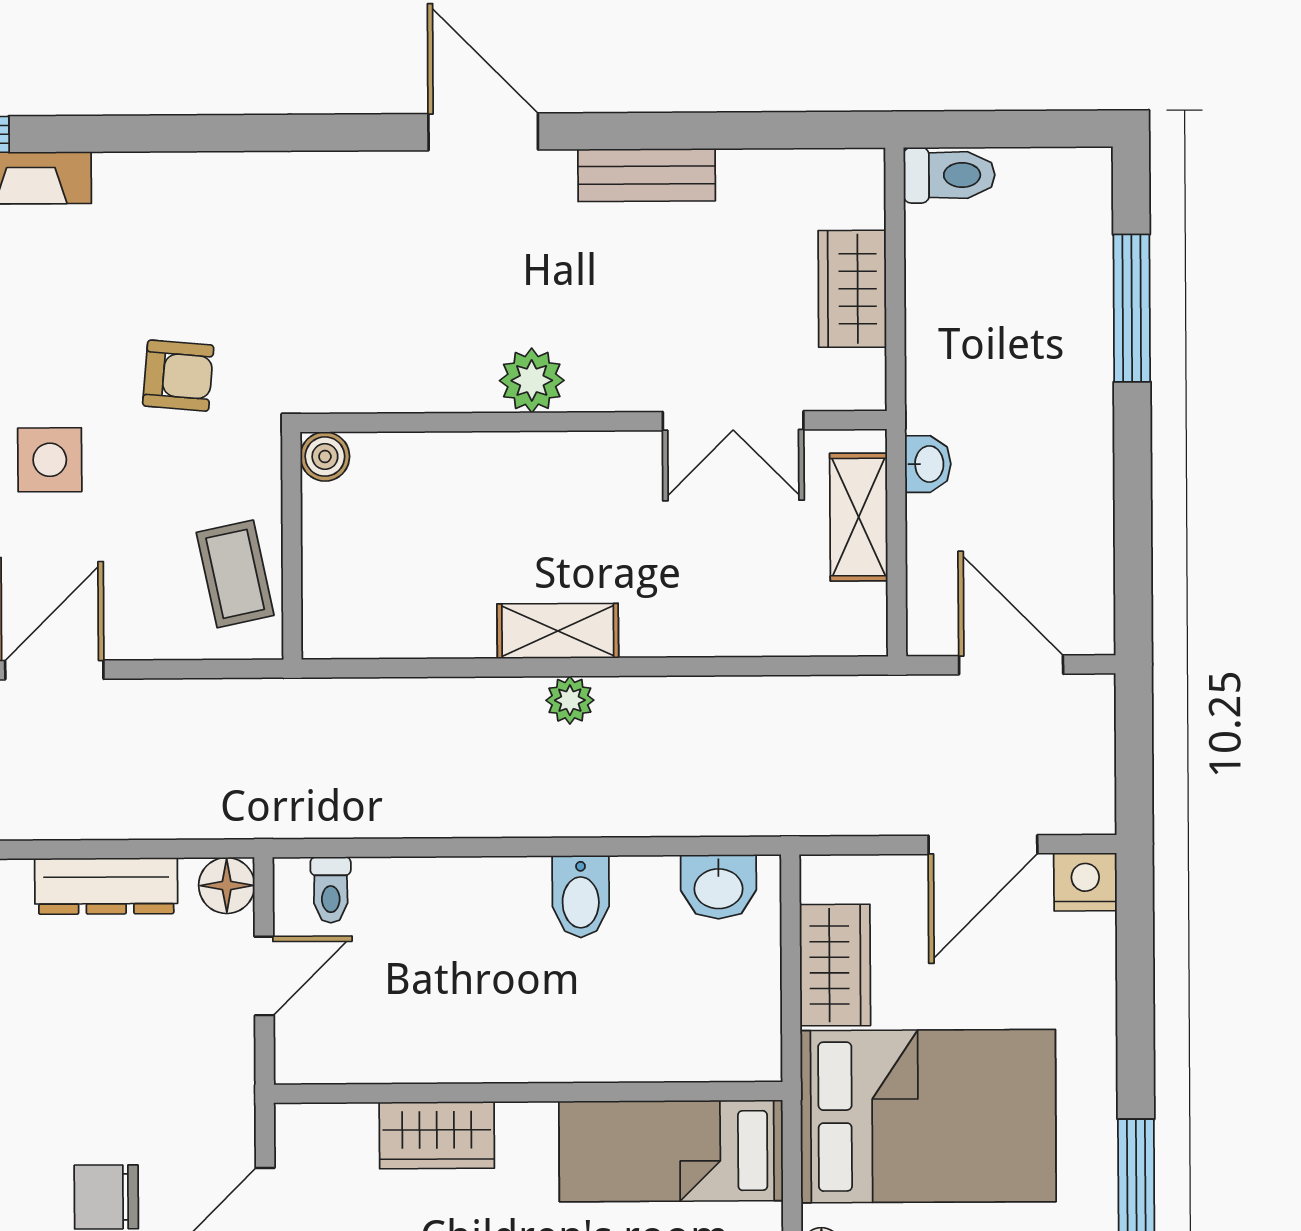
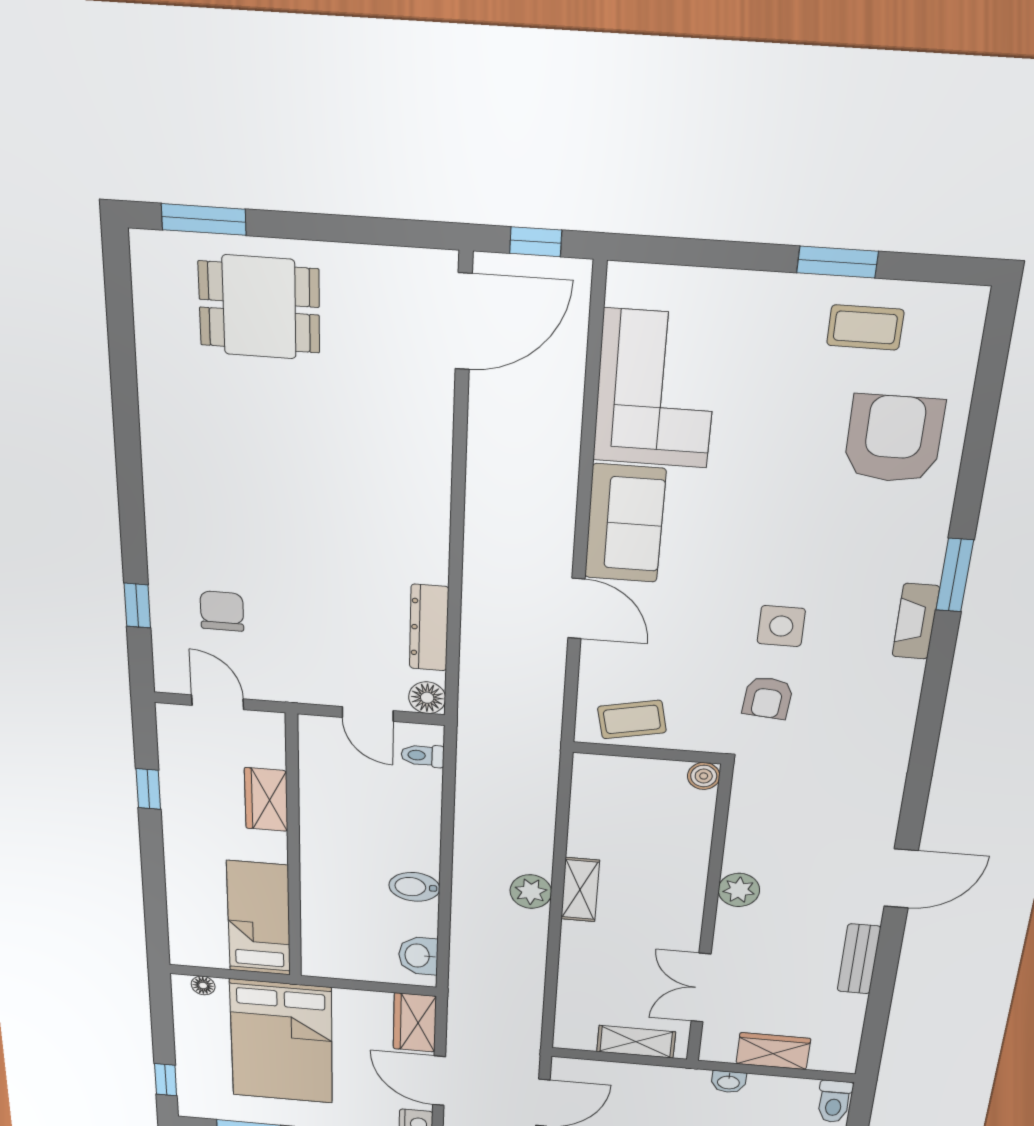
side table: (50, 460) -> (781, 626), moved
washbasin: (928, 464) -> (729, 1082), moved
plant: (570, 700) -> (531, 892), width x1.38, depth x1.38
wardrobe: (835, 965) -> (415, 1023), moved, turned 90

